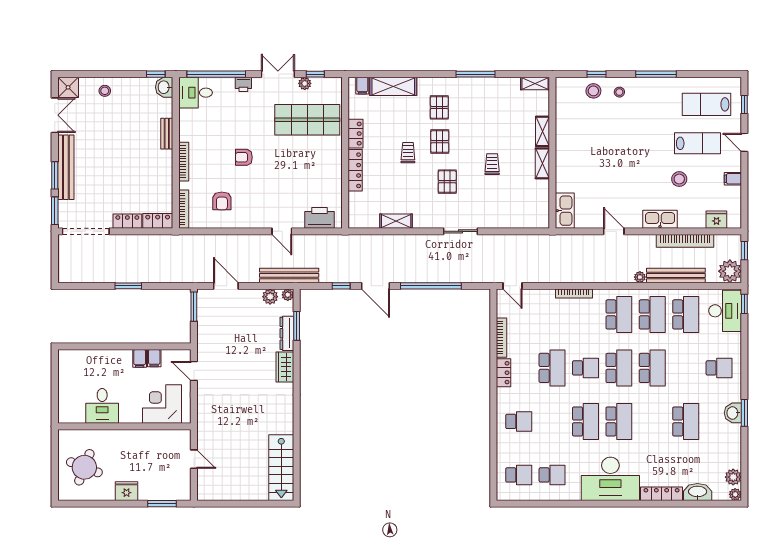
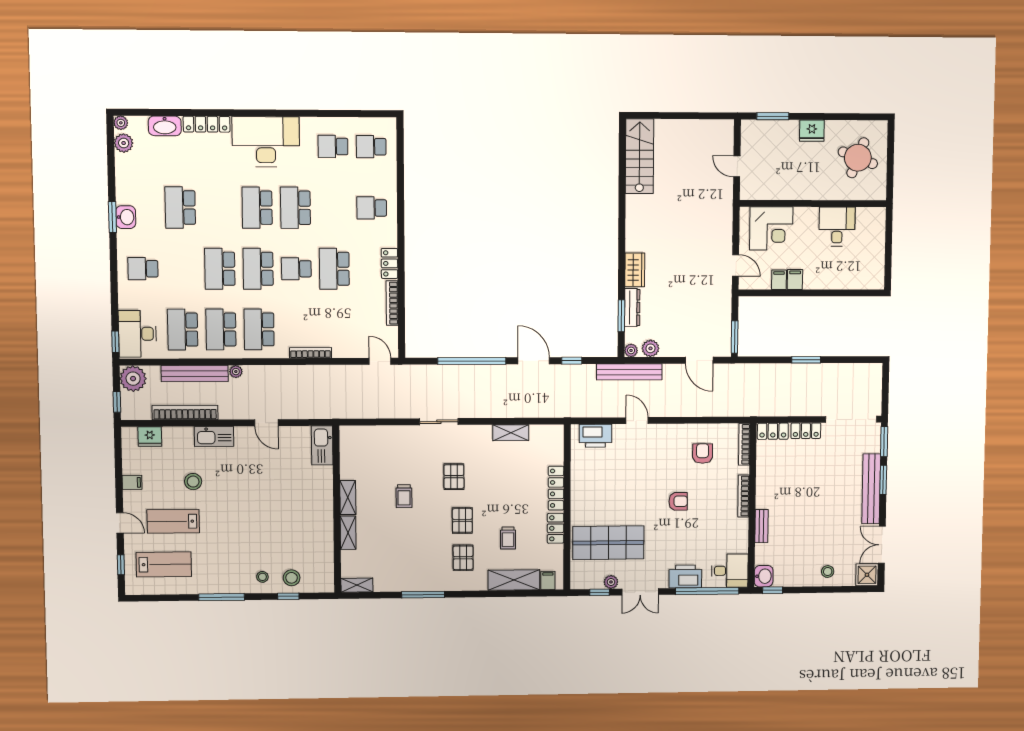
printer: (243, 84) -> (685, 576), width x1.87, depth x1.48
trolley: (408, 153) -> (508, 538), moved

